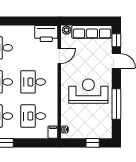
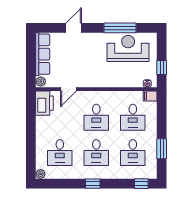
window: (116, 40) -> (52, 28), removed
door: (59, 56) -> (68, 89), swing flipped
reception desk: (88, 91) -> (128, 48), moved, turned 90
window: (93, 143) -> (162, 68), moved

